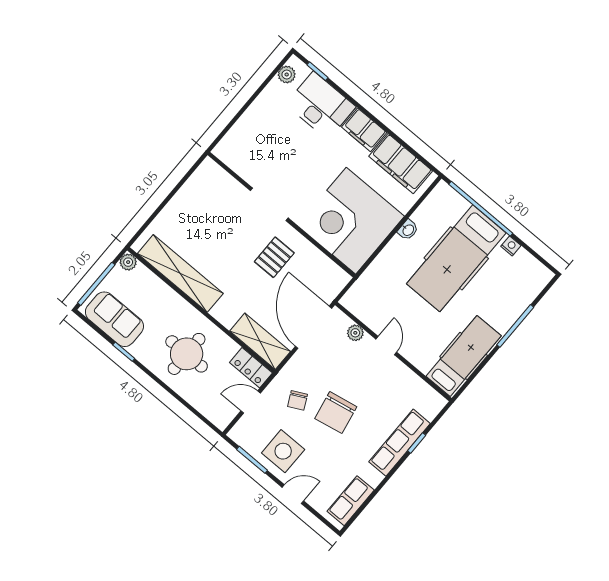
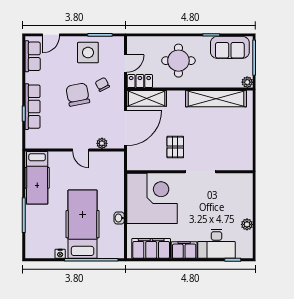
plant: (287, 74) -> (247, 224), moved
door: (314, 327) -> (125, 128), hinge flipped
door: (293, 494) -> (51, 35), moved

